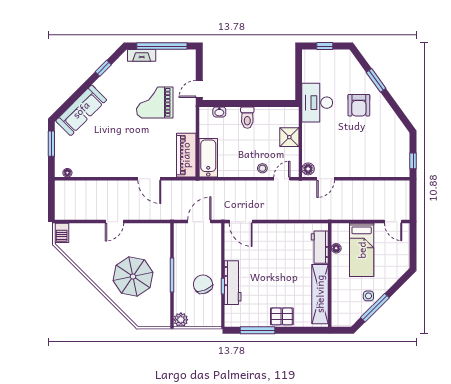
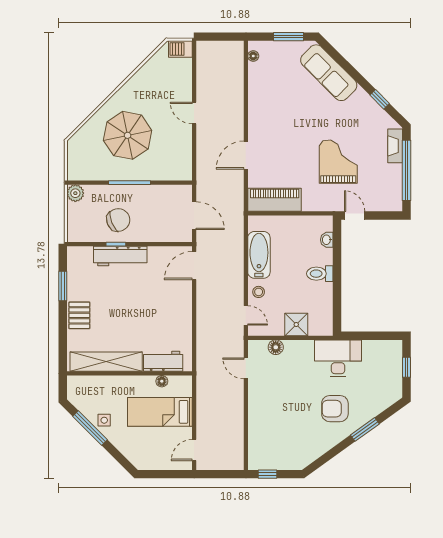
bathtub: (208, 158) -> (259, 255), moved, turned -90
floor lamp: (308, 169) -> (276, 347), moved
window: (258, 330) -> (63, 286), width x0.69

